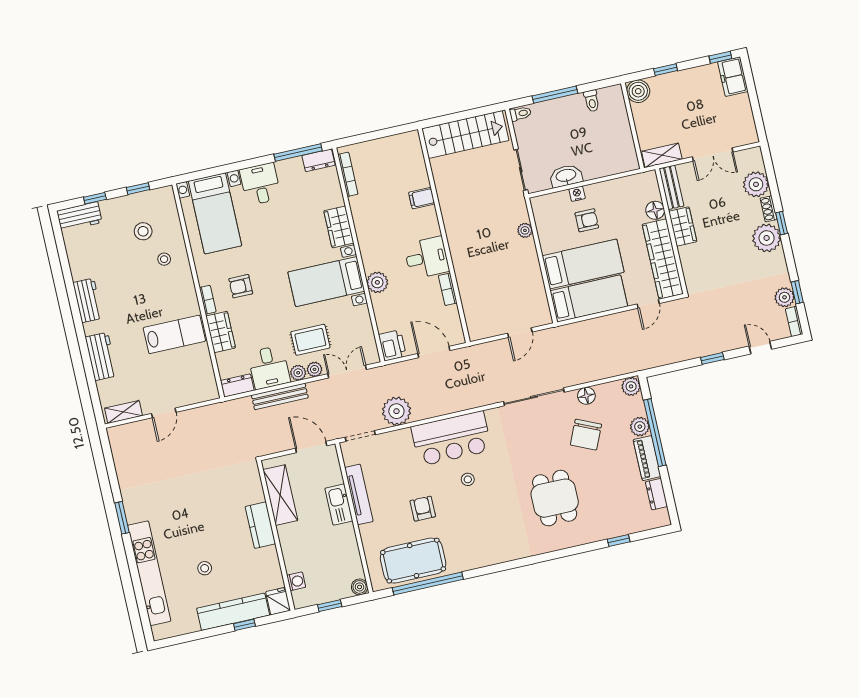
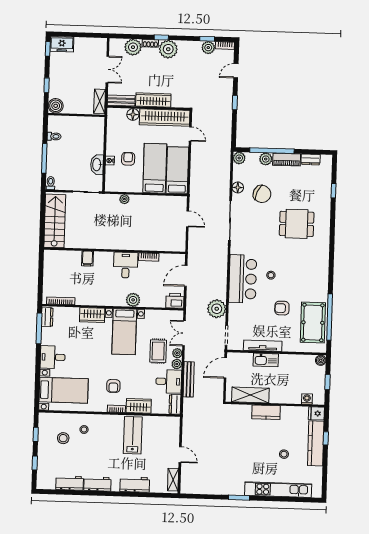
workbench: (79, 217) -> (70, 483), moved, turned -90
wardrobe: (683, 226) -> (153, 100), width x1.50

